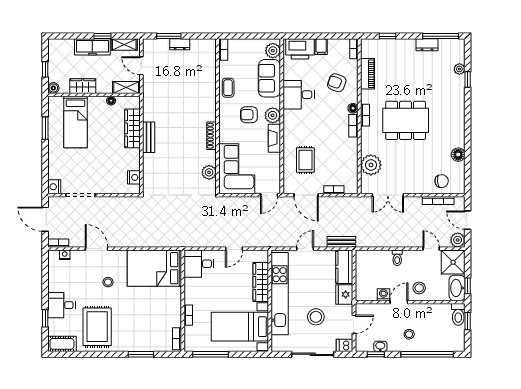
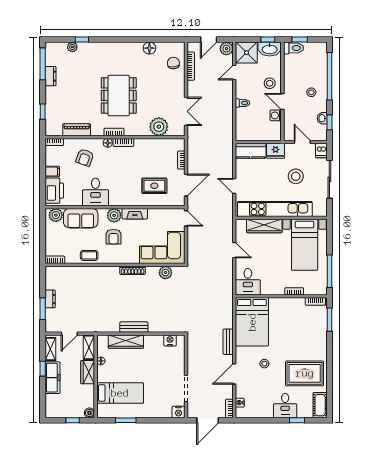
wardrobe: (83, 86) -> (88, 372), moved
bench: (341, 242) -> (228, 342), moved
window: (141, 354) -> (329, 320), moved

